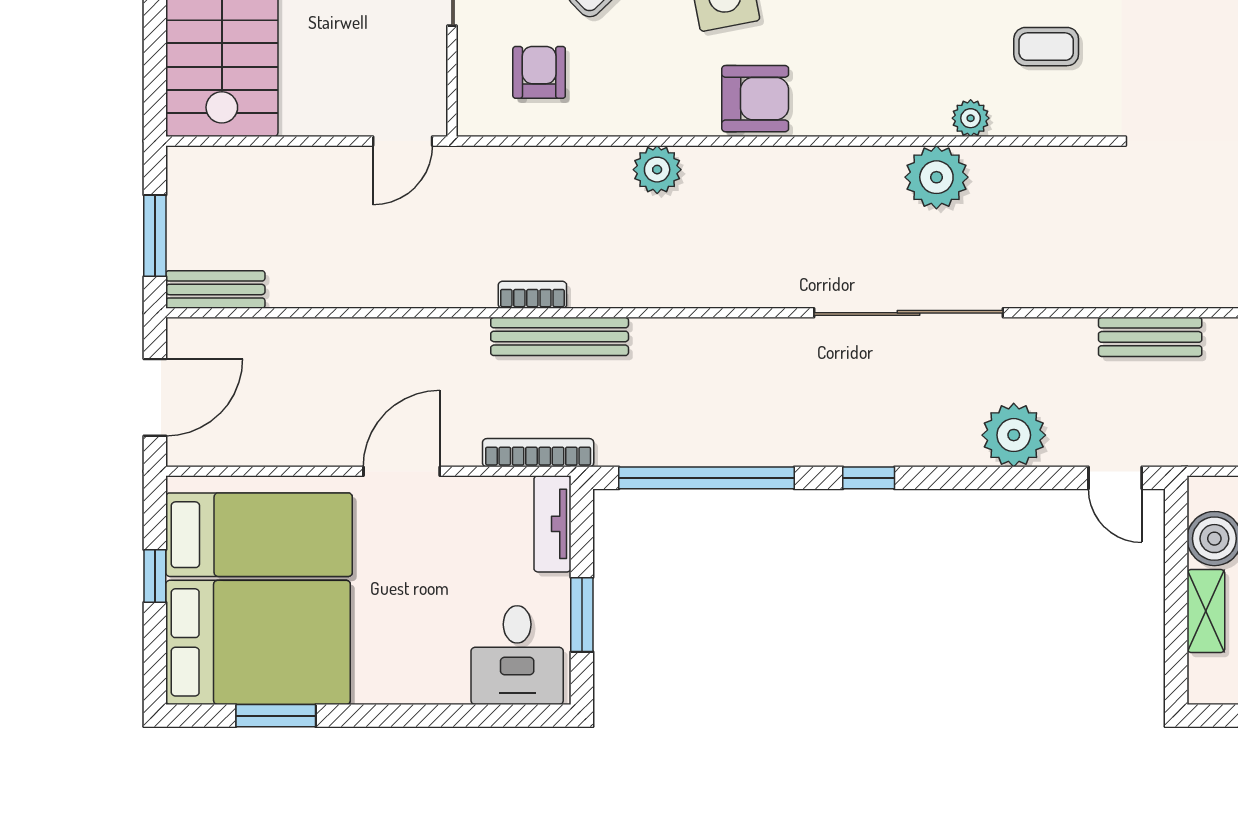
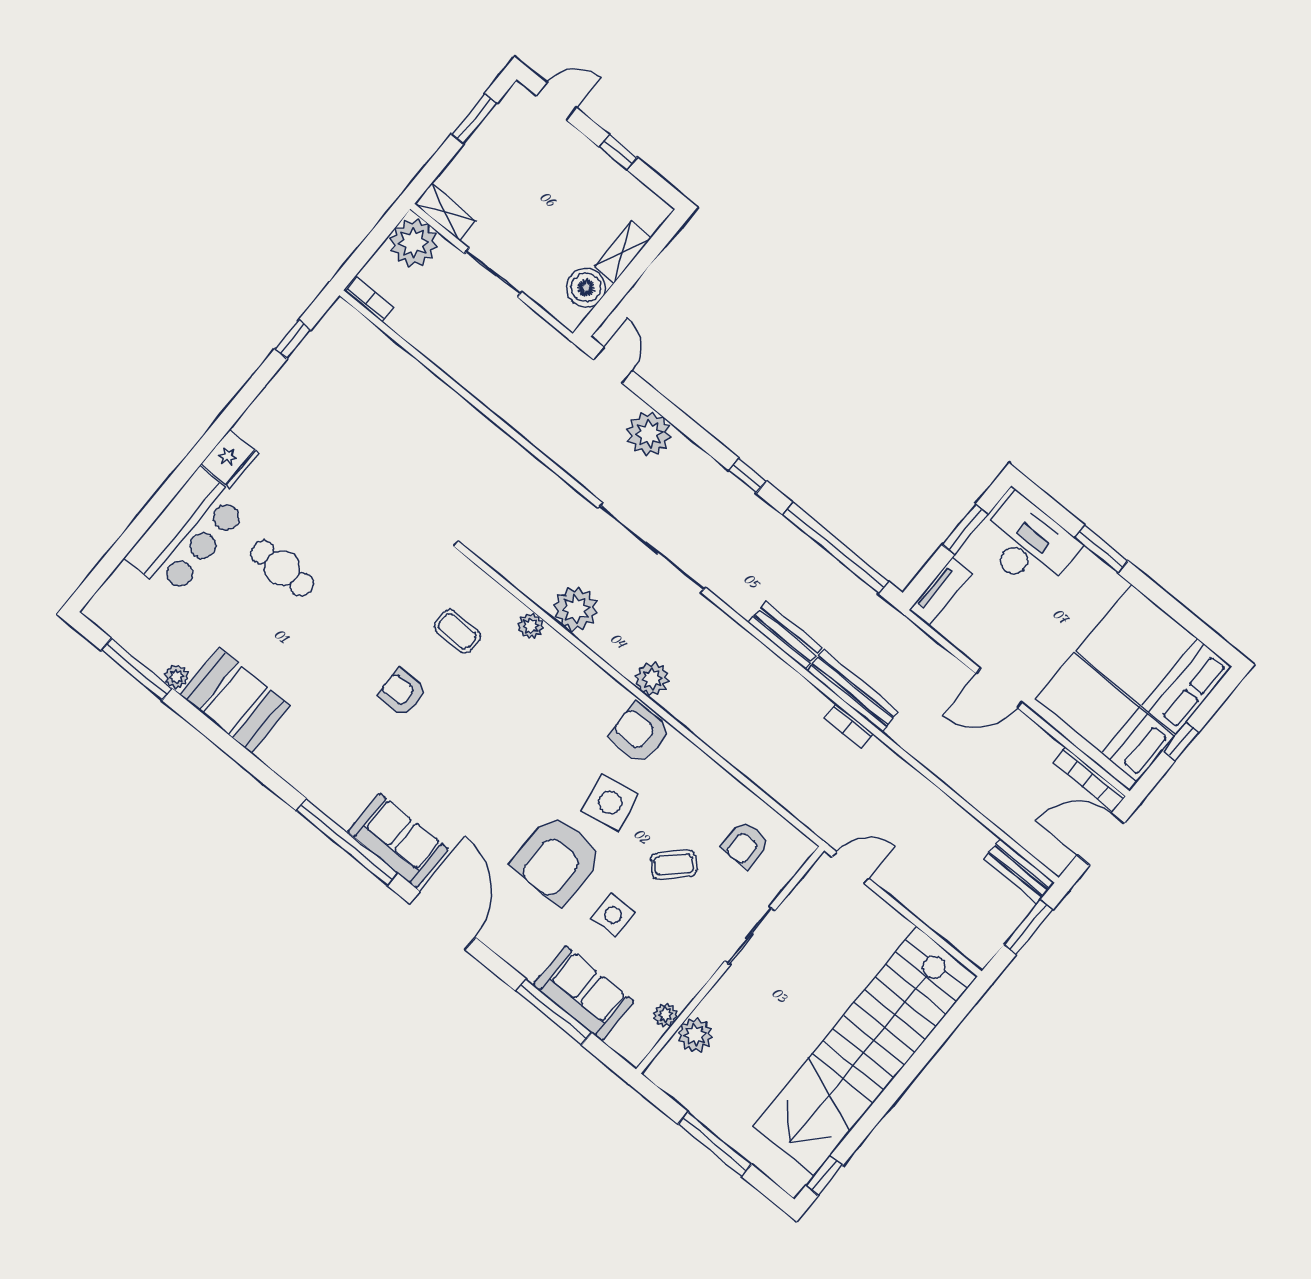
plant: (657, 170) -> (652, 679), moved
bench: (1150, 337) -> (785, 635), moved
bookcase: (538, 453) -> (1089, 779), moved
desk: (517, 655) -> (1028, 544), width x1.37
window: (276, 716) -> (1101, 549), moved

